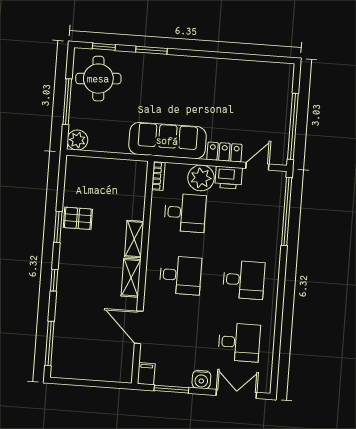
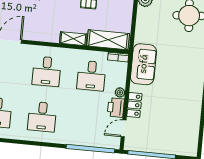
sofa: (167, 141) -> (143, 64), width x0.73
door: (257, 166) -> (124, 128), swing flipped
plant: (201, 178) -> (120, 92), width x0.53, depth x0.53
shelving: (131, 278) -> (108, 40), moved, width x1.50, depth x1.33

